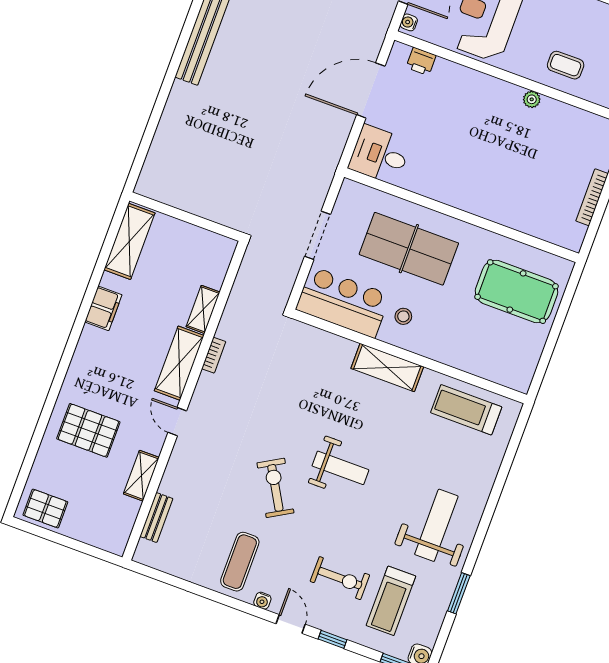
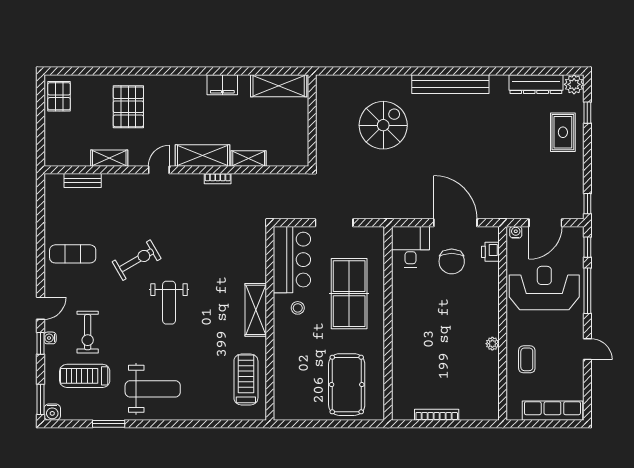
chair: (416, 112) -> (452, 261), added
spiral stairs: (223, 134) -> (383, 125), added
water cooler: (262, 601) -> (50, 338), moved

